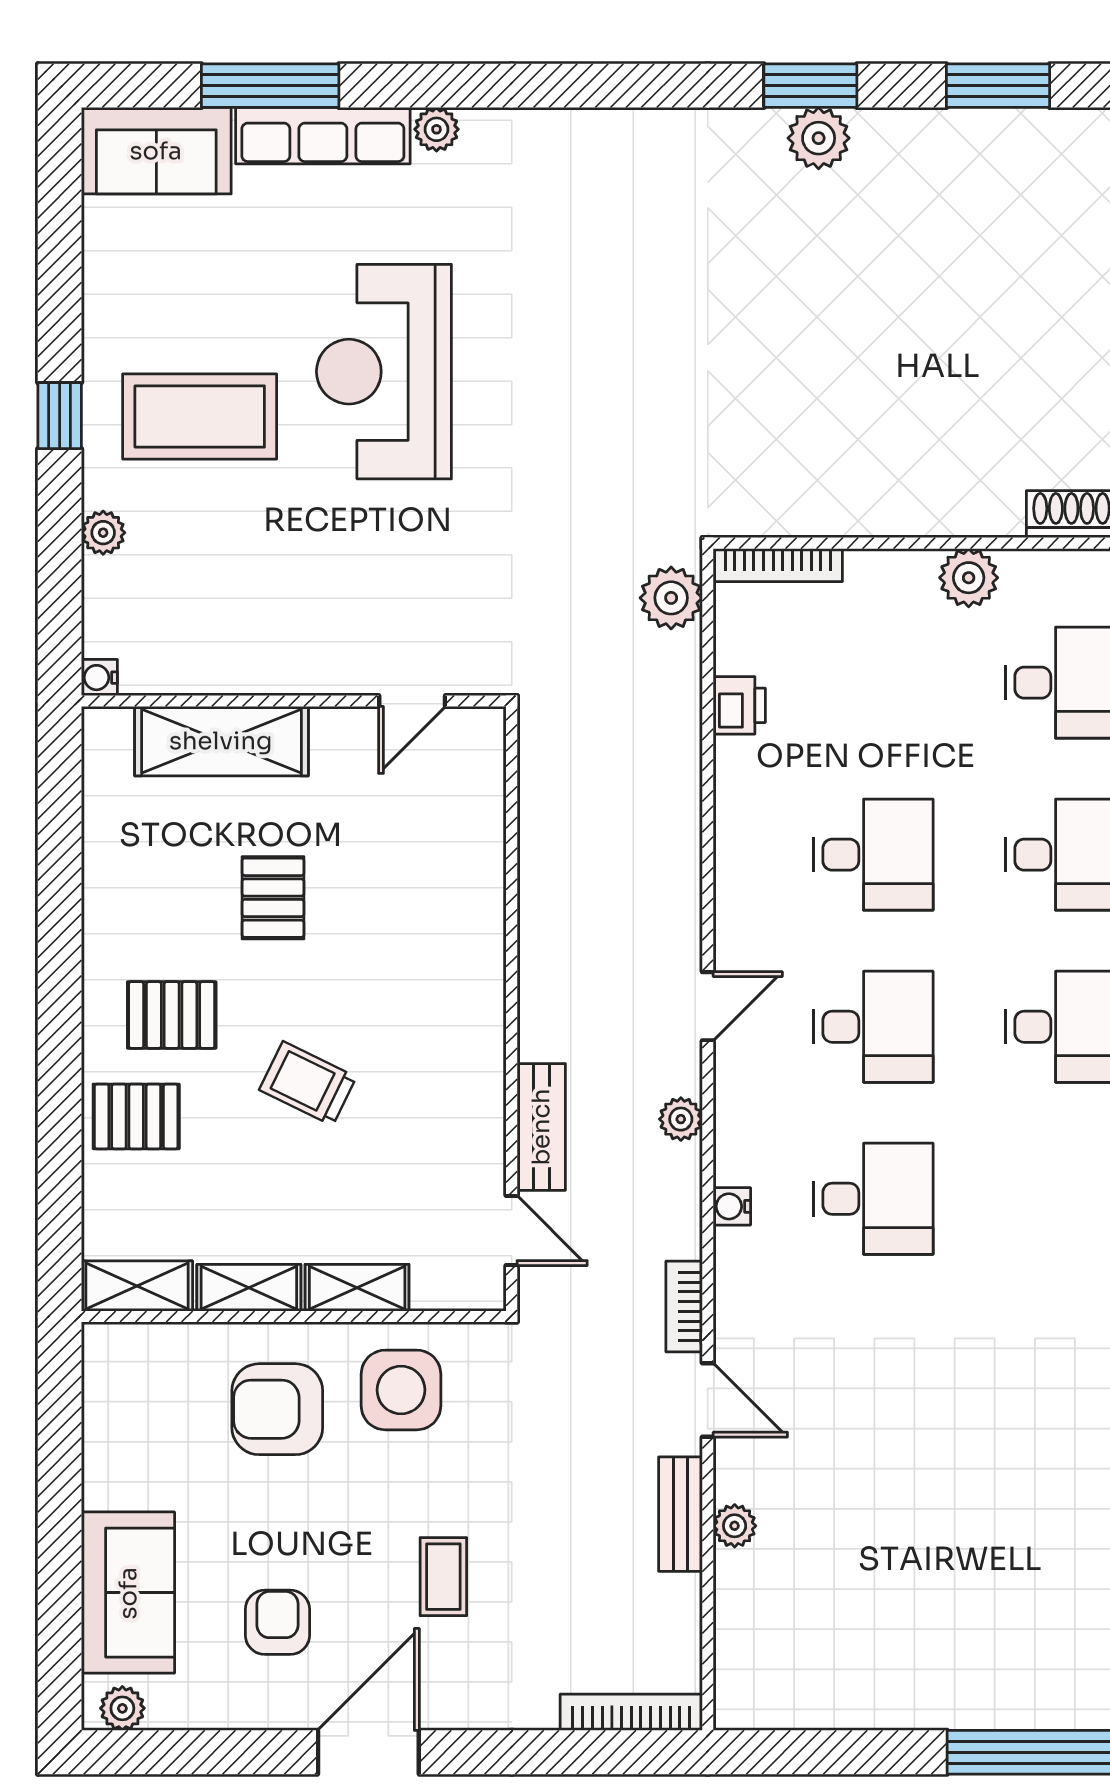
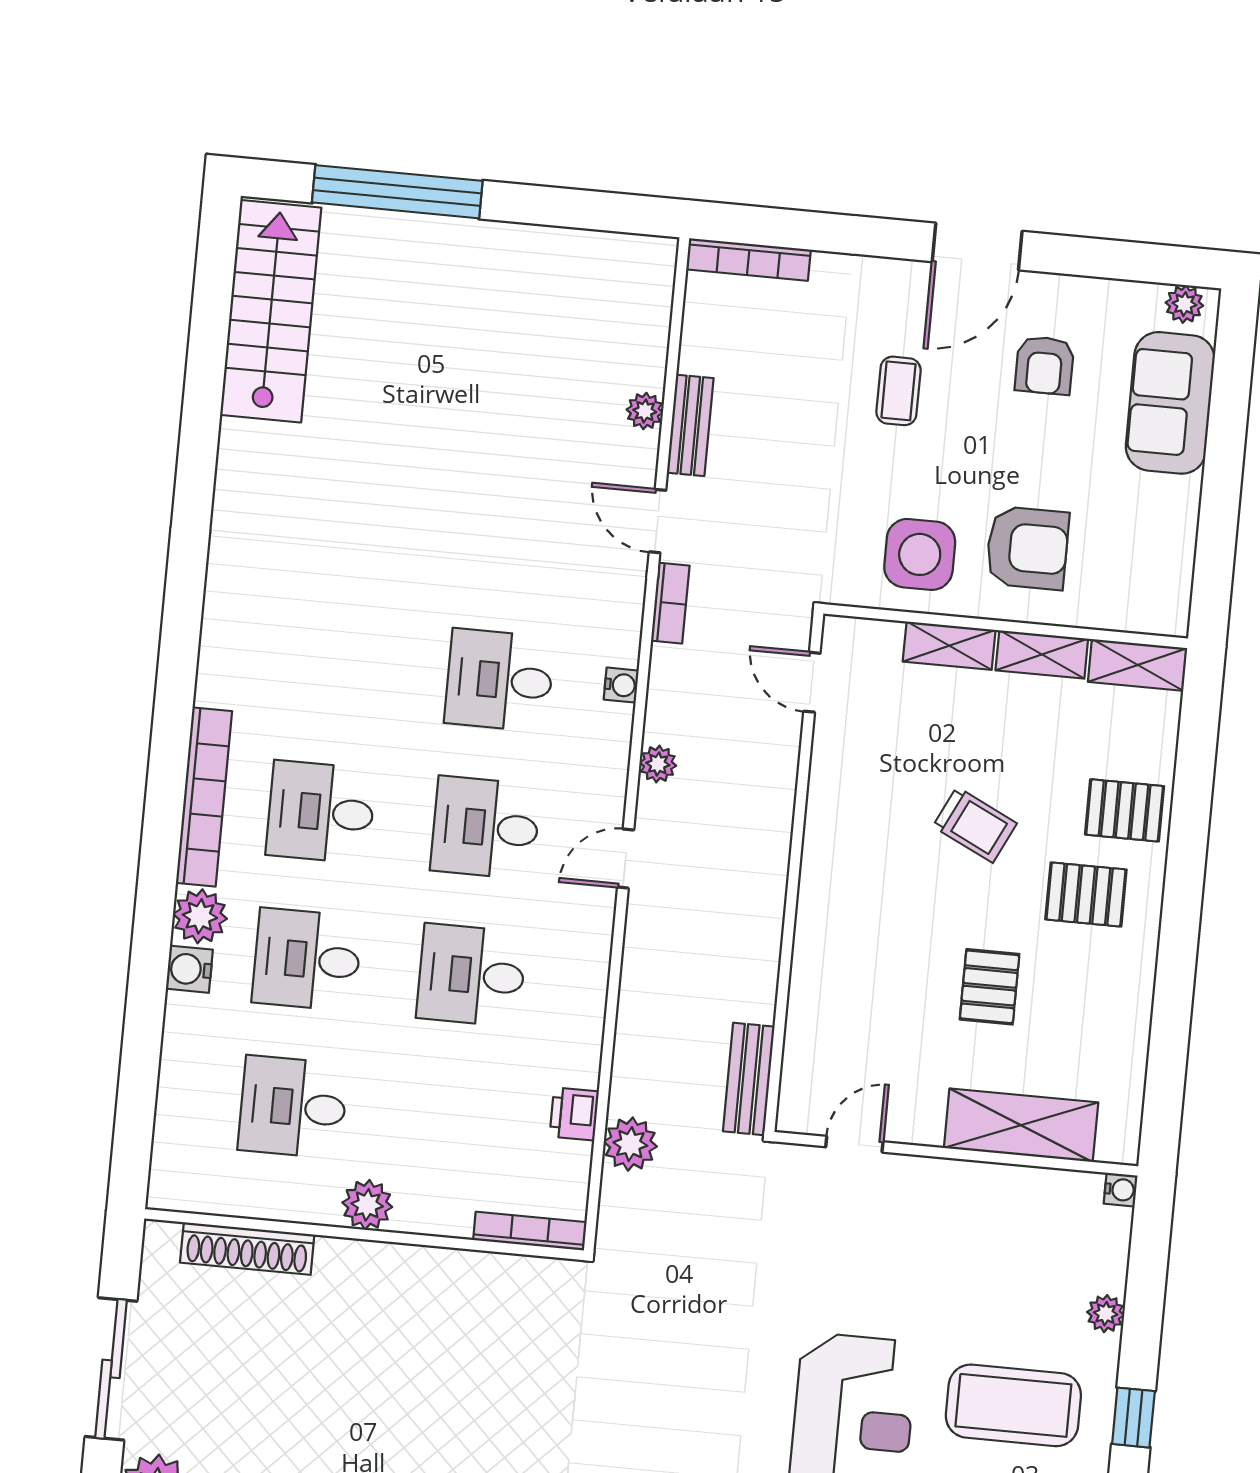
plant: (671, 598) -> (630, 1144), moved
bench: (541, 1127) -> (749, 1079), moved

